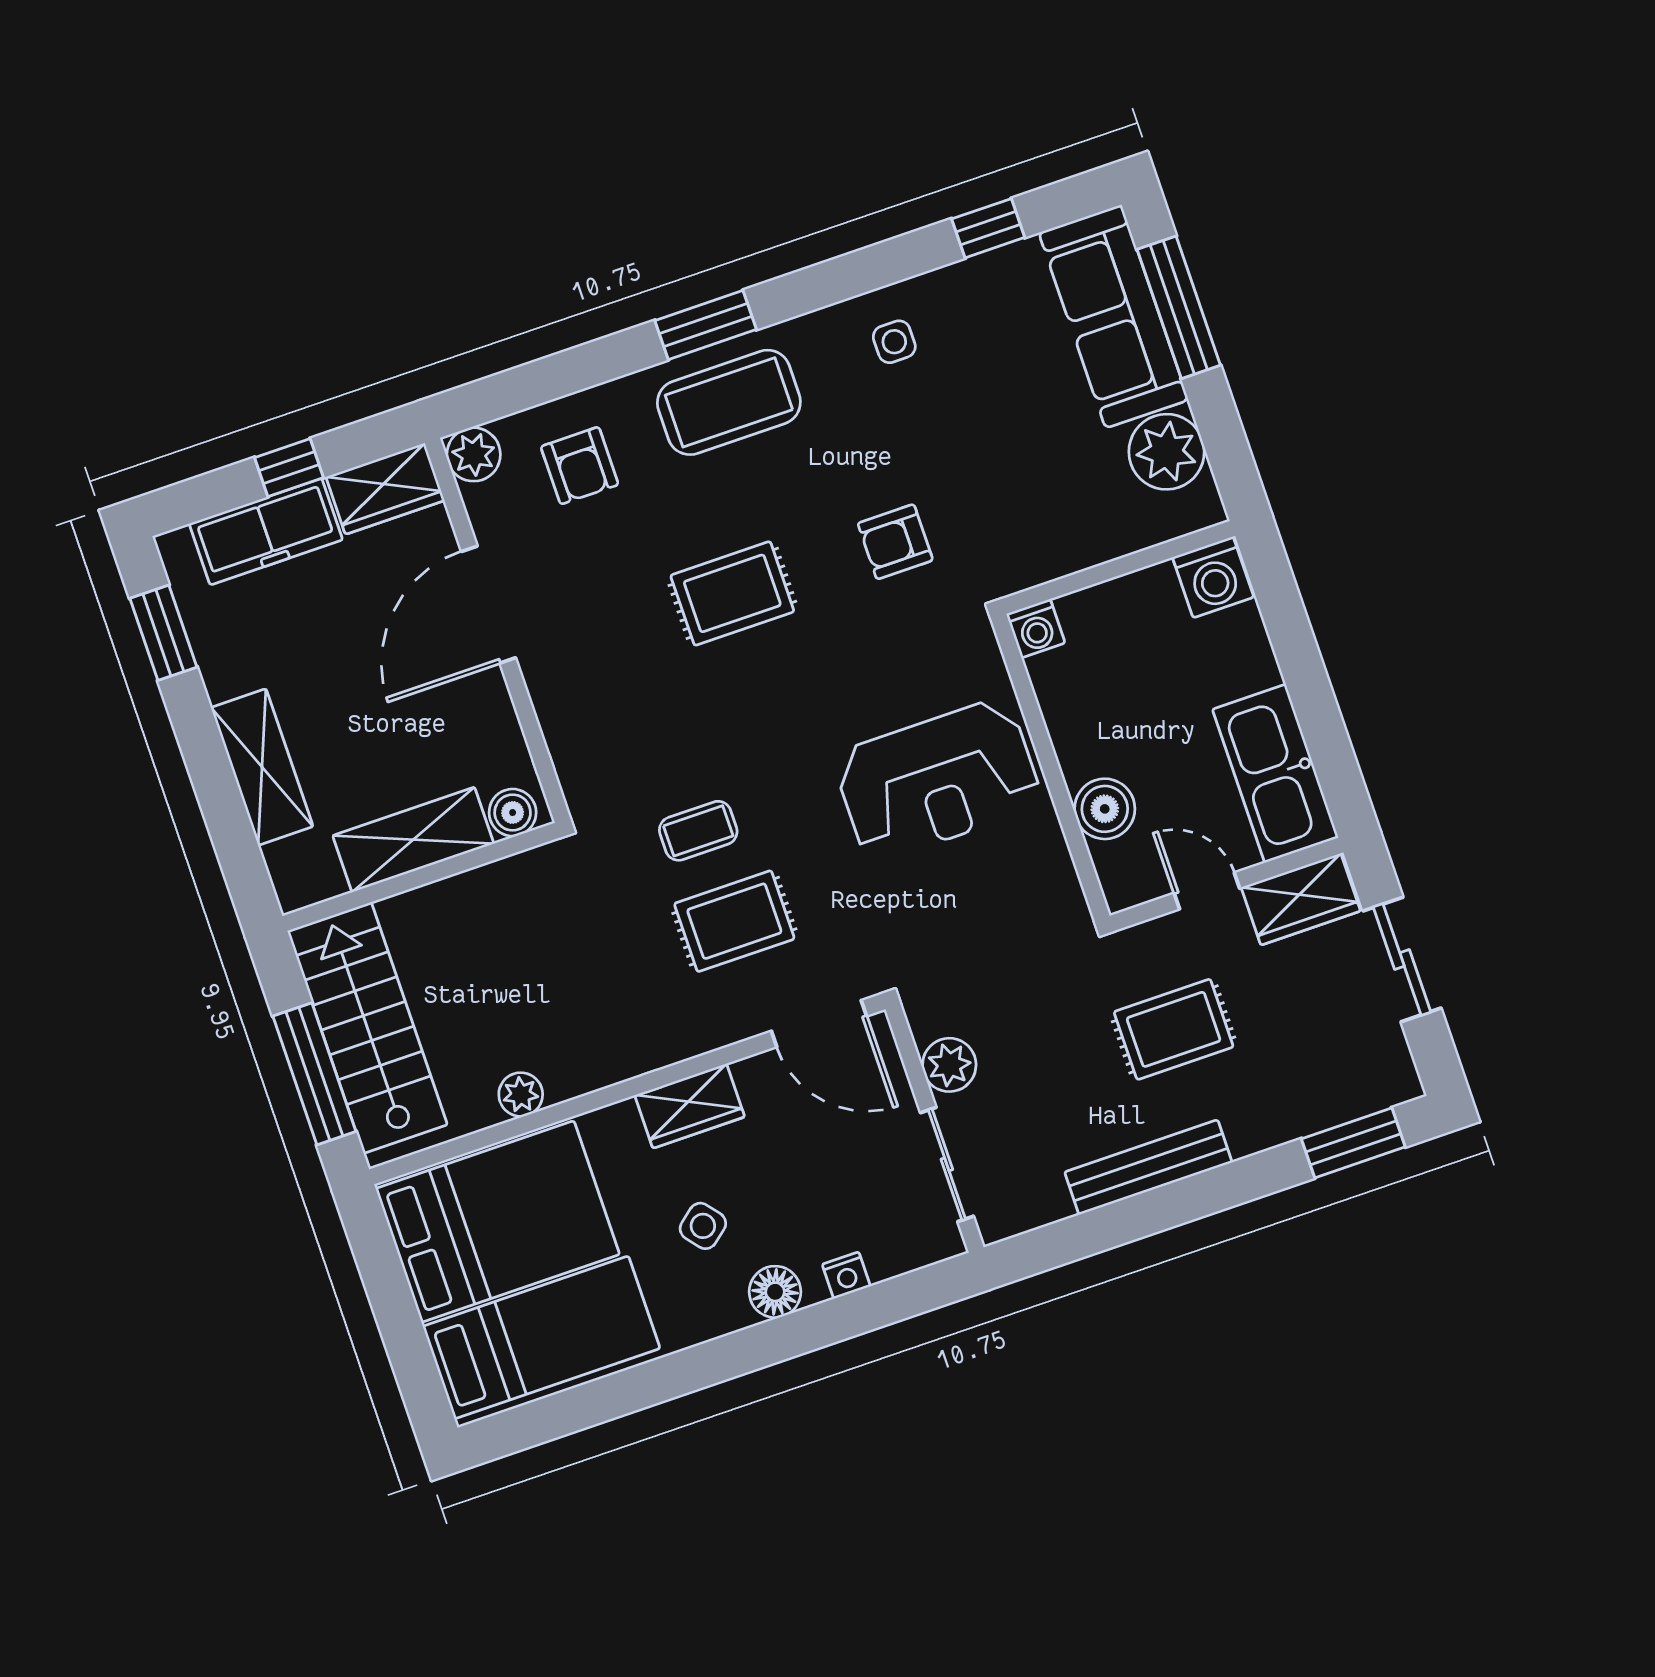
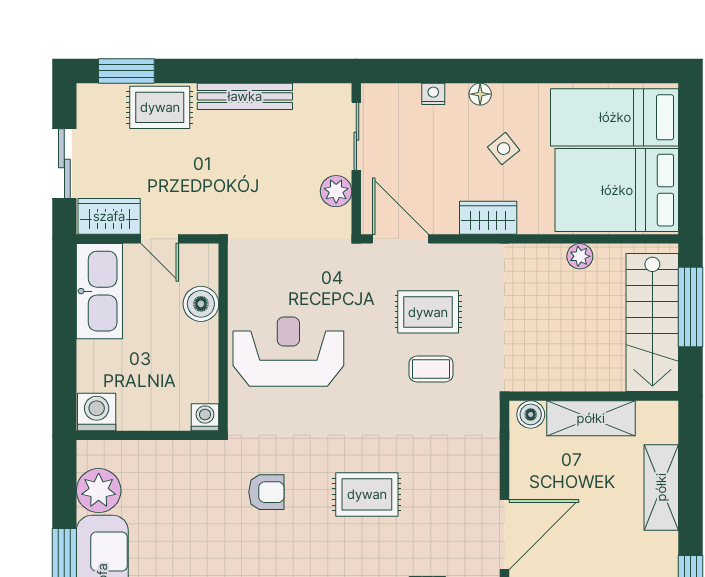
rug: (1174, 1029) -> (160, 107), moved
floor lamp: (775, 1292) -> (480, 94), width x0.73, depth x0.73

